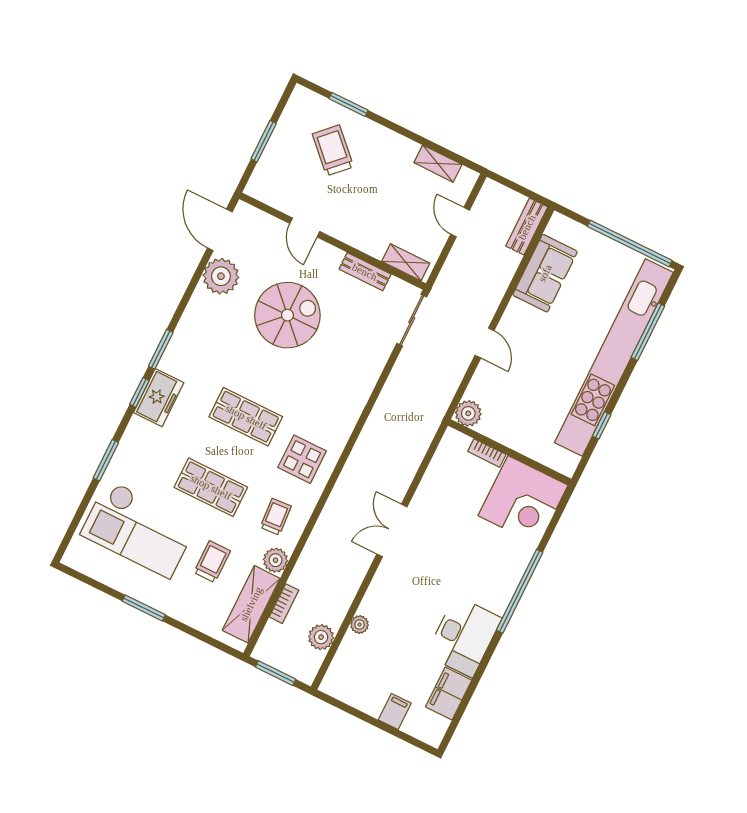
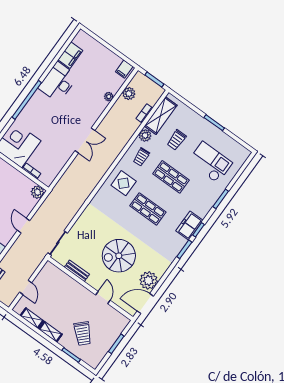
door: (220, 230) -> (145, 304), swing flipped
shelving: (406, 262) -> (51, 332), moved
checkout: (139, 529) -> (210, 162), width x0.73, depth x0.83
filing cabinet: (395, 712) -> (124, 69), moved

